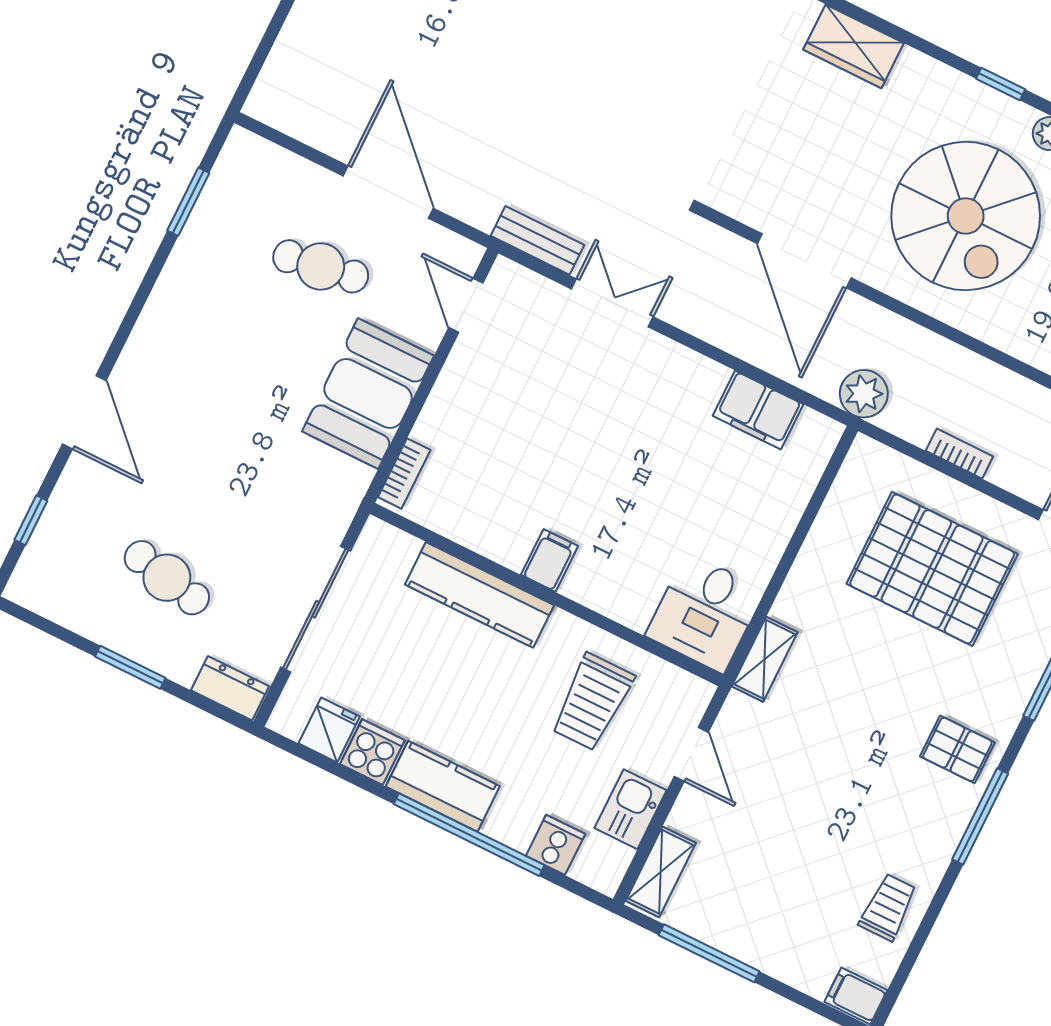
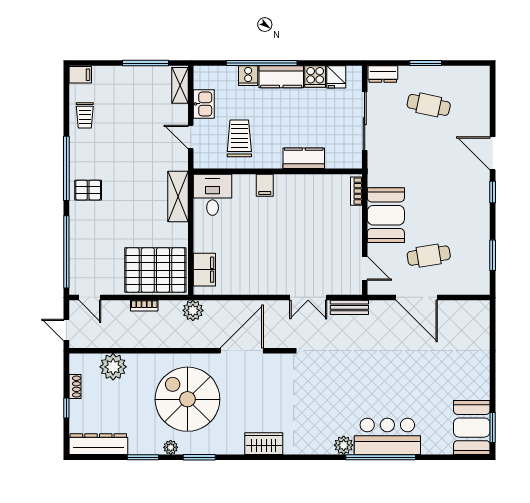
window: (1001, 84) -> (199, 457), width x1.50
door: (804, 261) -> (242, 351), hinge flipped
filing cabinet: (758, 410) -> (204, 270), moved, turned 90
window: (31, 520) -> (493, 192), moved
filing cabinet: (549, 560) -> (265, 185), moved
pallet: (932, 569) -> (155, 270), moved
kitchen counter: (479, 595) -> (304, 158), width x0.67
shelving: (765, 659) -> (178, 197), width x1.50, depth x1.33
window: (980, 816) -> (66, 168), width x1.46
cooker: (556, 845) -> (248, 76), moved

